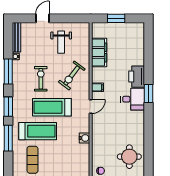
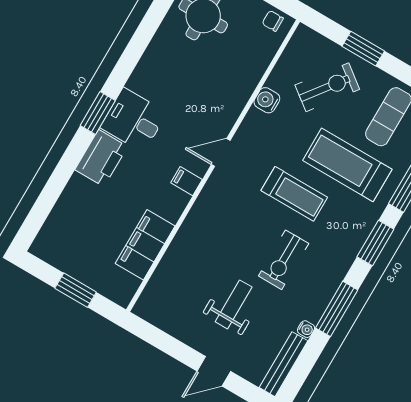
weight bench: (61, 42) -> (234, 304), moved
exercise bike: (72, 76) -> (327, 87), moved
treadmill: (52, 107) -> (294, 194), width x0.73, depth x0.73

